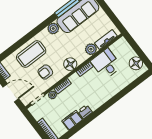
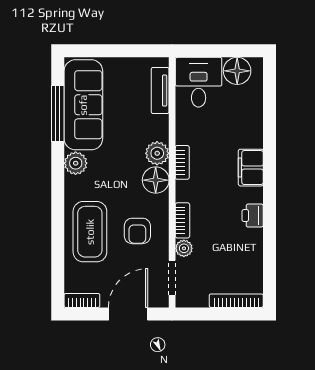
plant: (91, 49) -> (157, 153), moved
desk: (106, 64) -> (199, 82), moved, turned 90
filing cabinet: (72, 120) -> (251, 168), moved

